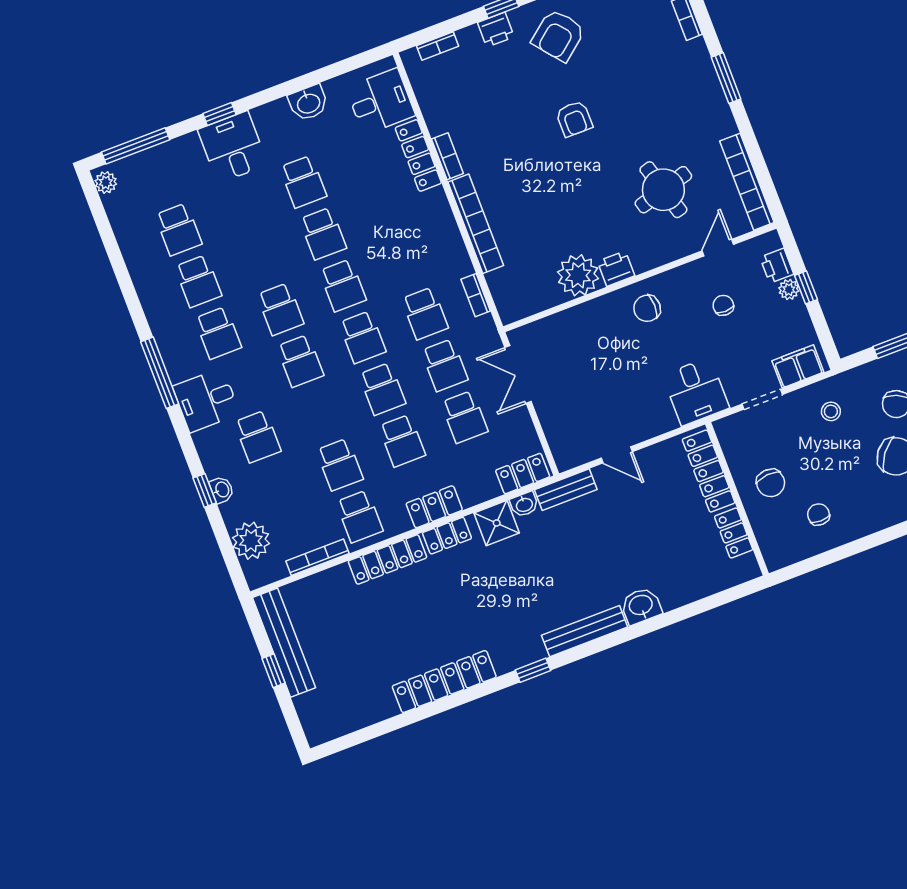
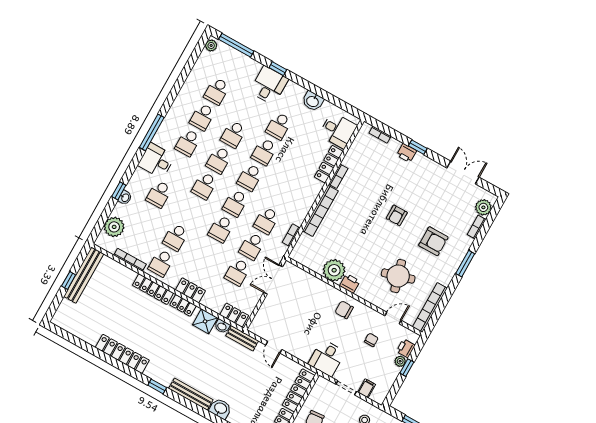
armchair: (558, 35) -> (433, 241), moved, turned -141
filing cabinet: (798, 366) -> (367, 388), width x0.50
school desk: (402, 441) -> (233, 134), moved

